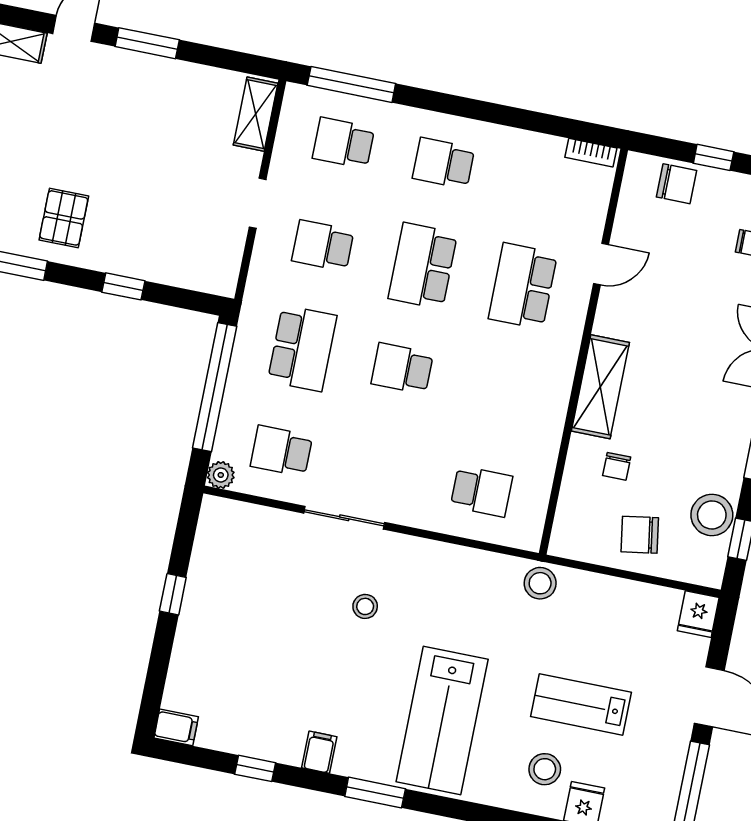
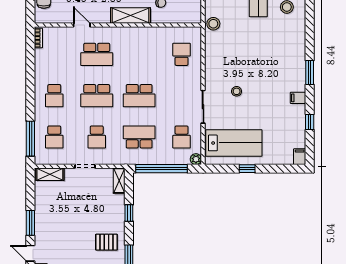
shelving: (206, 279) -> (119, 181), added
school desk: (402, 368) -> (139, 96), width x1.85
lab bench: (442, 721) -> (234, 143), moved

